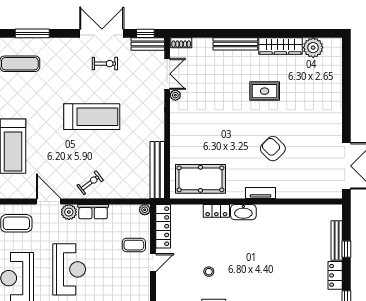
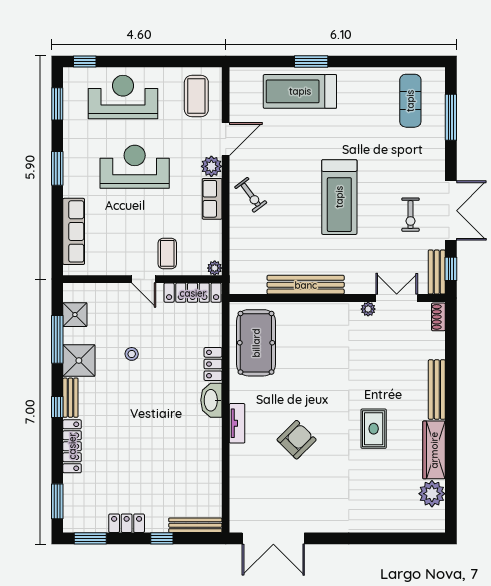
double door: (167, 74) -> (397, 298), swing flipped
bench: (157, 170) -> (306, 285), moved
bench: (337, 240) -> (195, 525), moved
reception desk: (69, 269) -> (135, 167), turned 180

